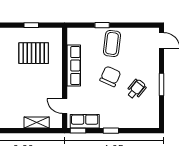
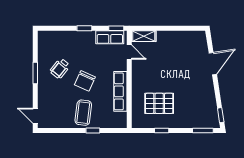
shelving: (37, 122) -> (144, 36), moved

